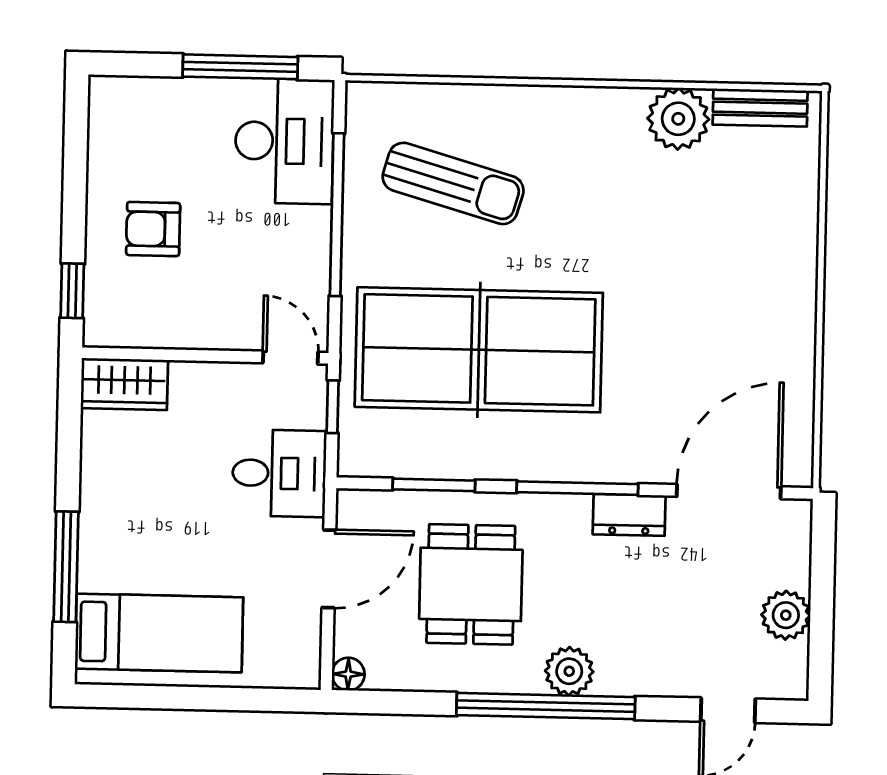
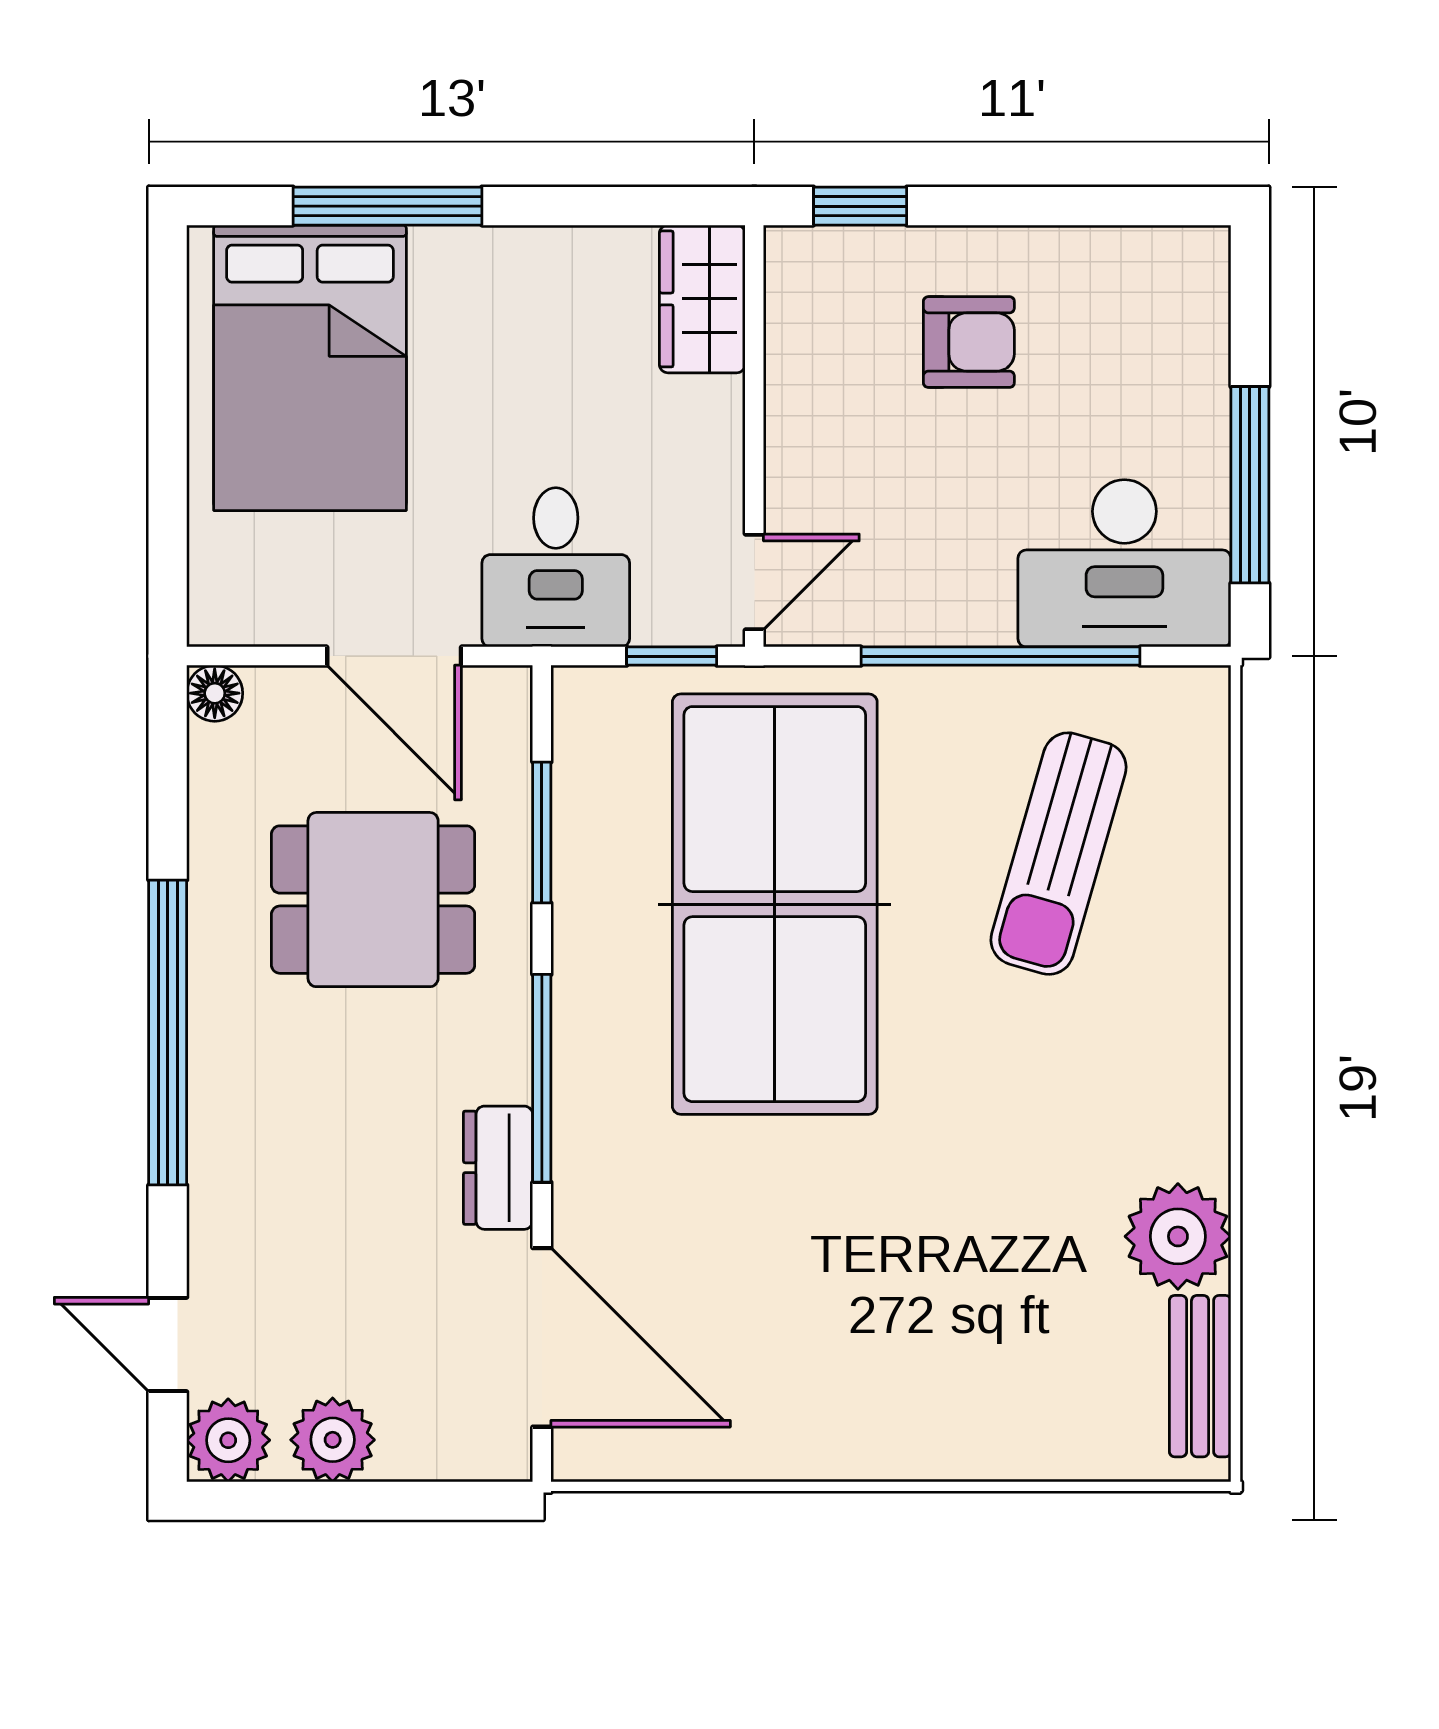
armchair: (153, 229) -> (969, 342), turned 90
bed: (159, 633) -> (310, 368), width x1.50
plant: (569, 671) -> (228, 1440), moved

